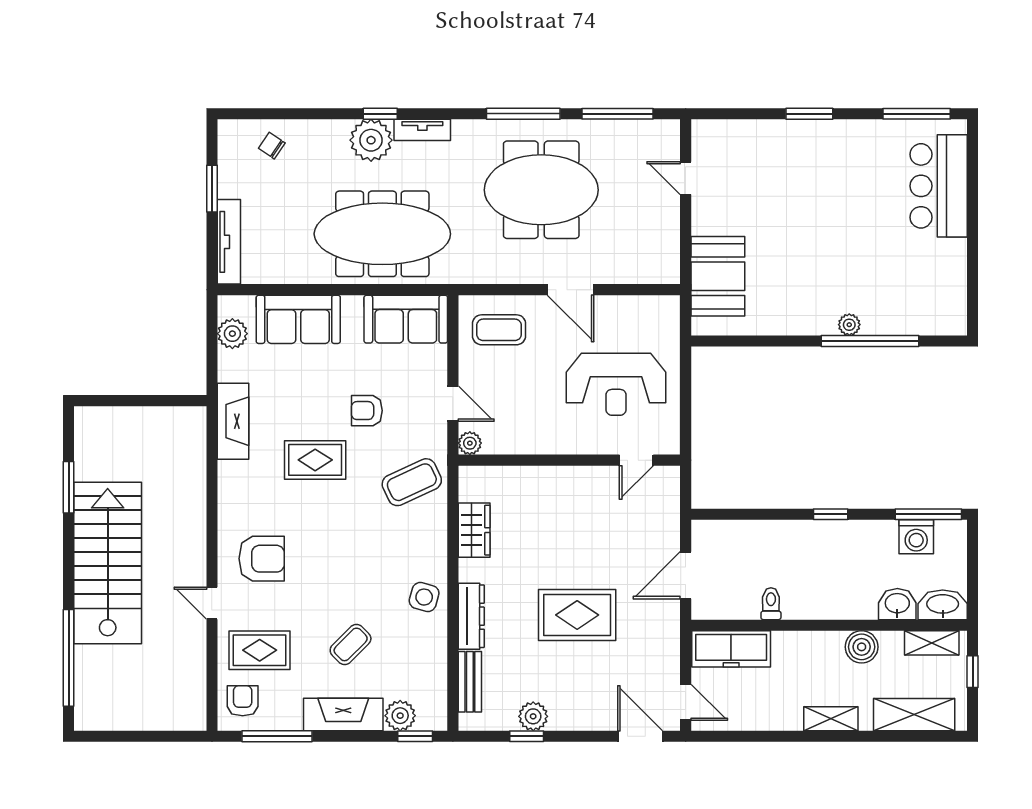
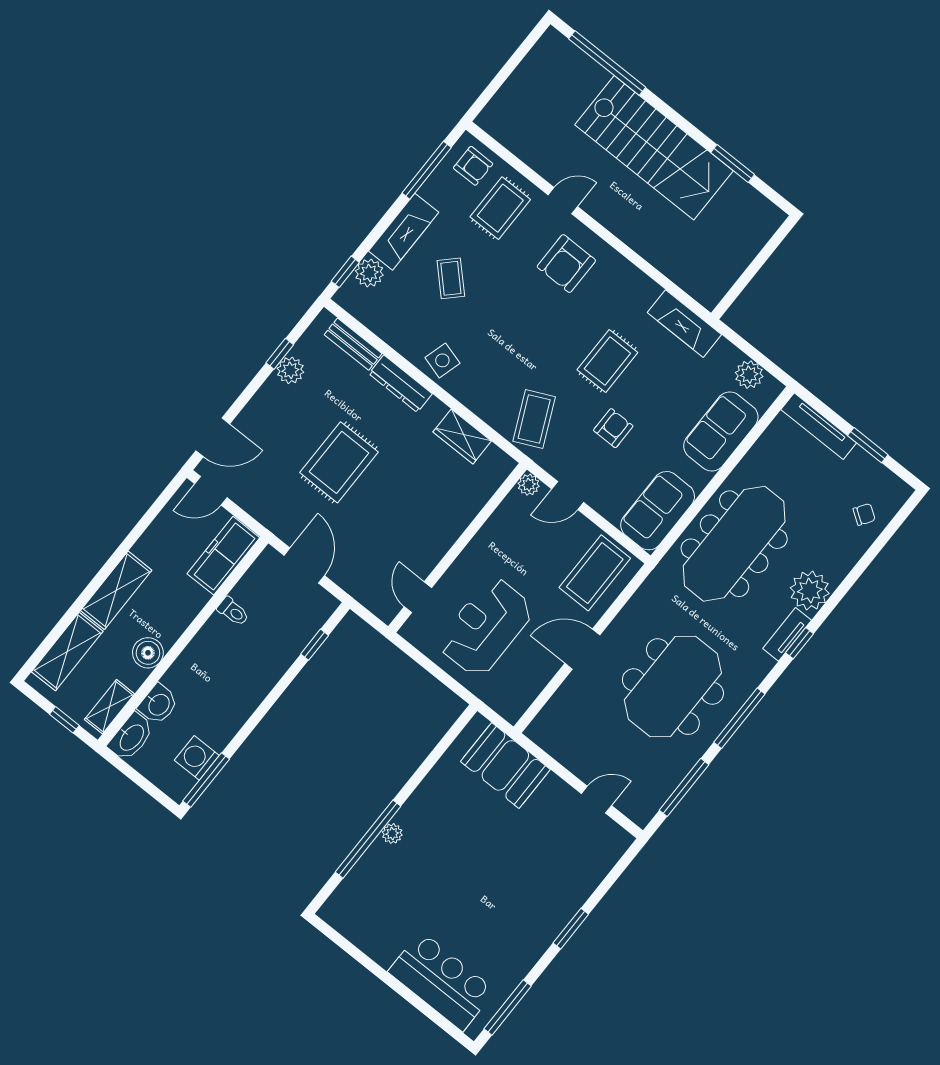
window: (380, 114) -> (800, 643), moved
coffee table: (499, 330) -> (595, 573), width x1.36, depth x1.32
window: (831, 514) -> (315, 645), moved
shelving: (831, 719) -> (116, 590), width x1.50, depth x1.33

